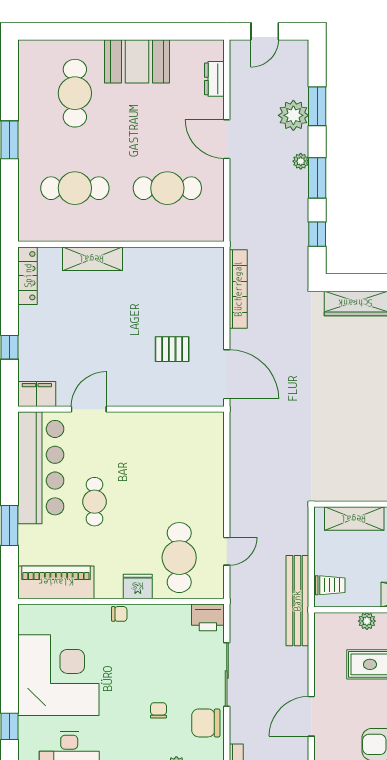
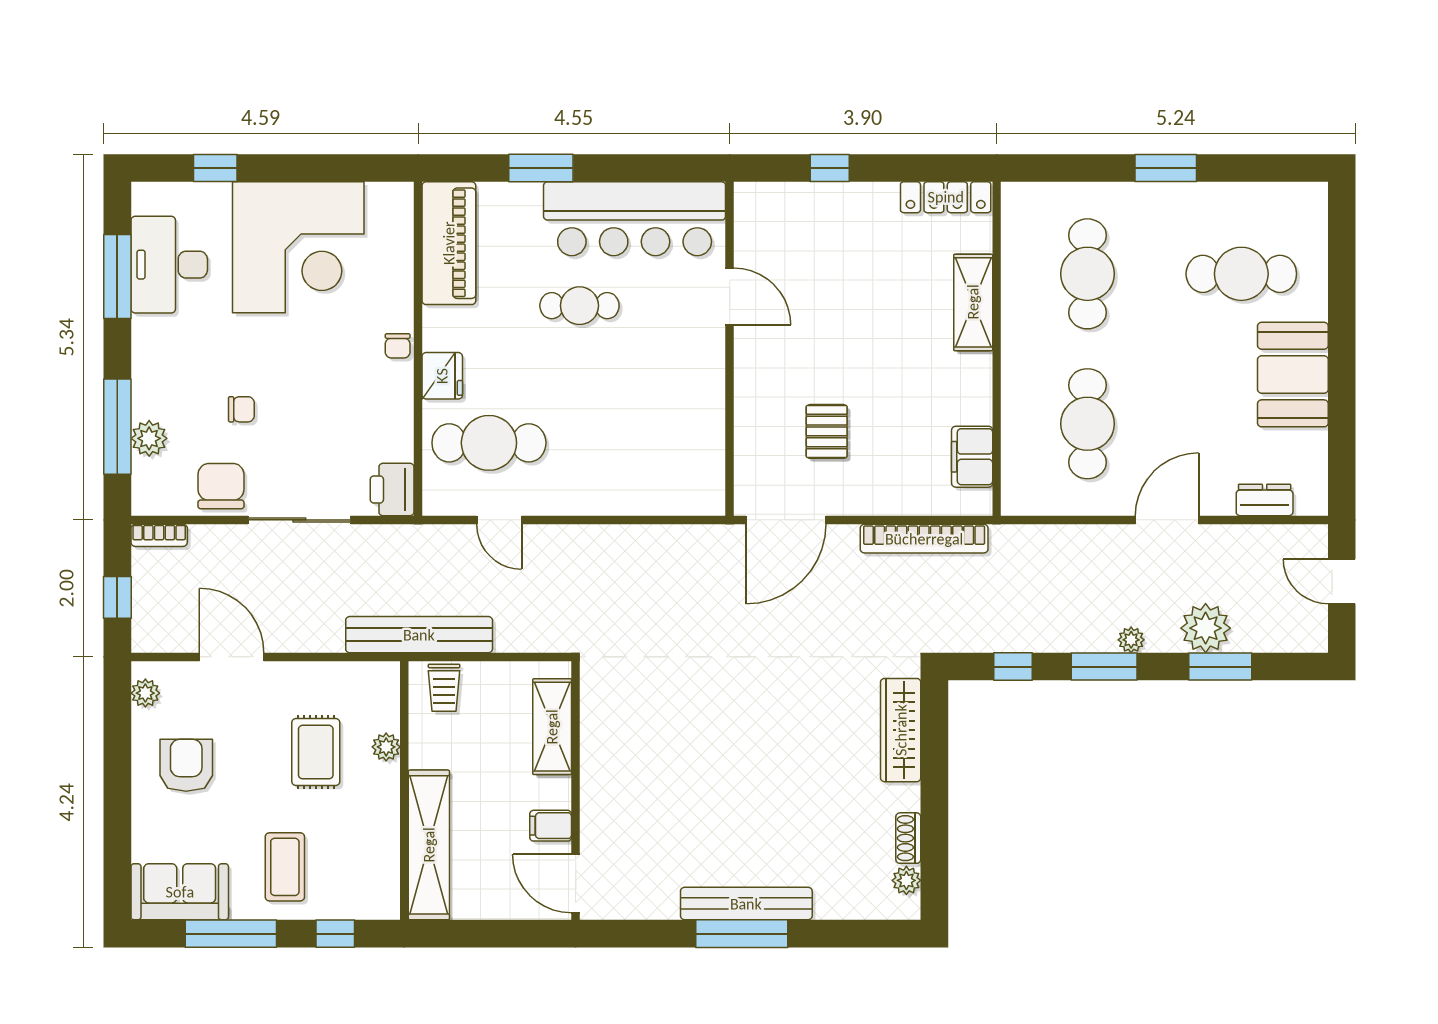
filing cabinet: (37, 394) -> (972, 457), moved, turned 180

